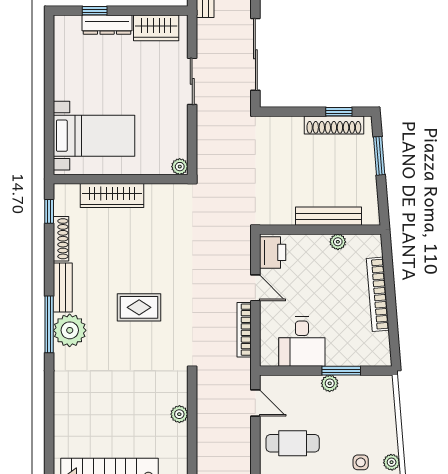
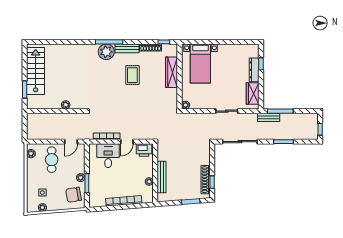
rug: (139, 307) -> (132, 75), moved
desk: (302, 342) -> (108, 156), moved, turned 90
chair: (365, 398) -> (74, 195), added

